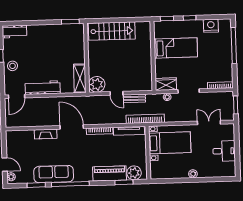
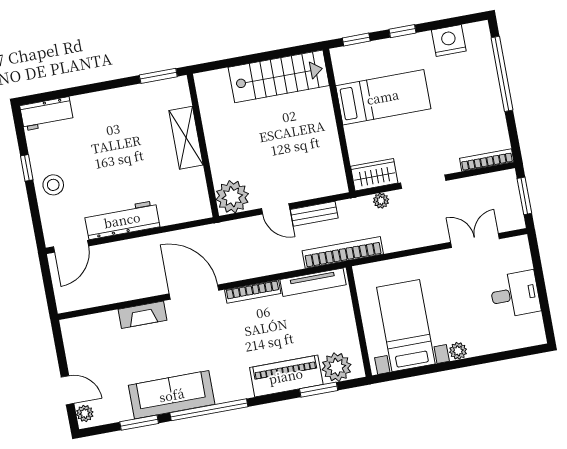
stairs: (112, 31) -> (279, 76), moved
shelving: (80, 78) -> (186, 138), moved
bed with nightstands: (170, 143) -> (406, 326), moved, turned -90

